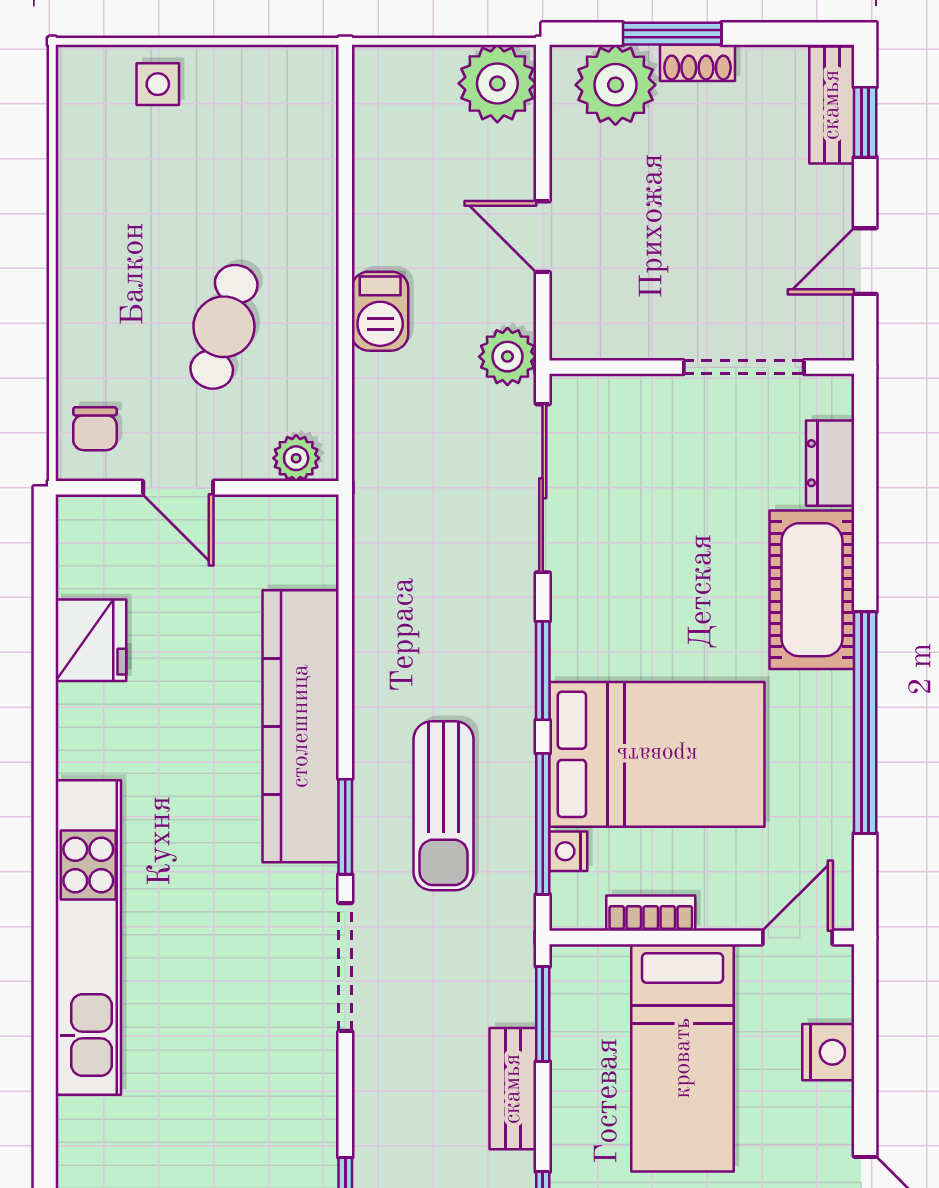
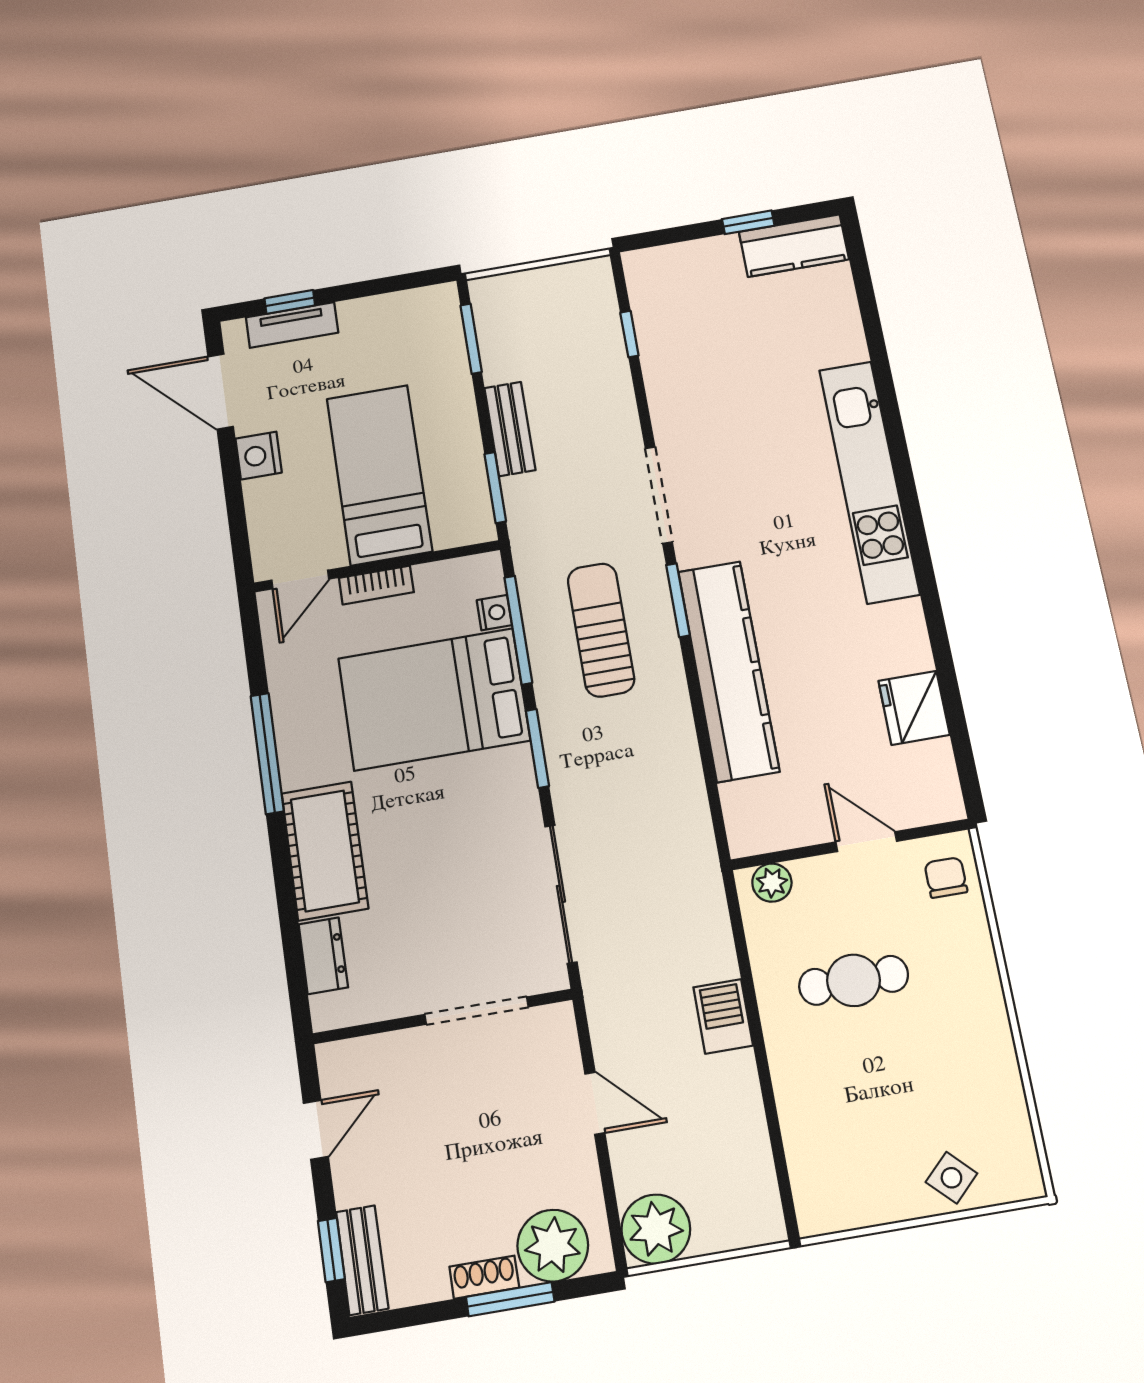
side table: (158, 84) -> (951, 1178), turned 45
cafe table: (224, 327) -> (854, 980), turned 74
plant: (507, 357) -> (608, 997), removed
doorway: (744, 367) -> (476, 1011), moved
window: (865, 723) -> (267, 753), width x0.68
bookcase: (651, 913) -> (376, 585), moved
nightstand: (828, 1052) -> (259, 456), moved

